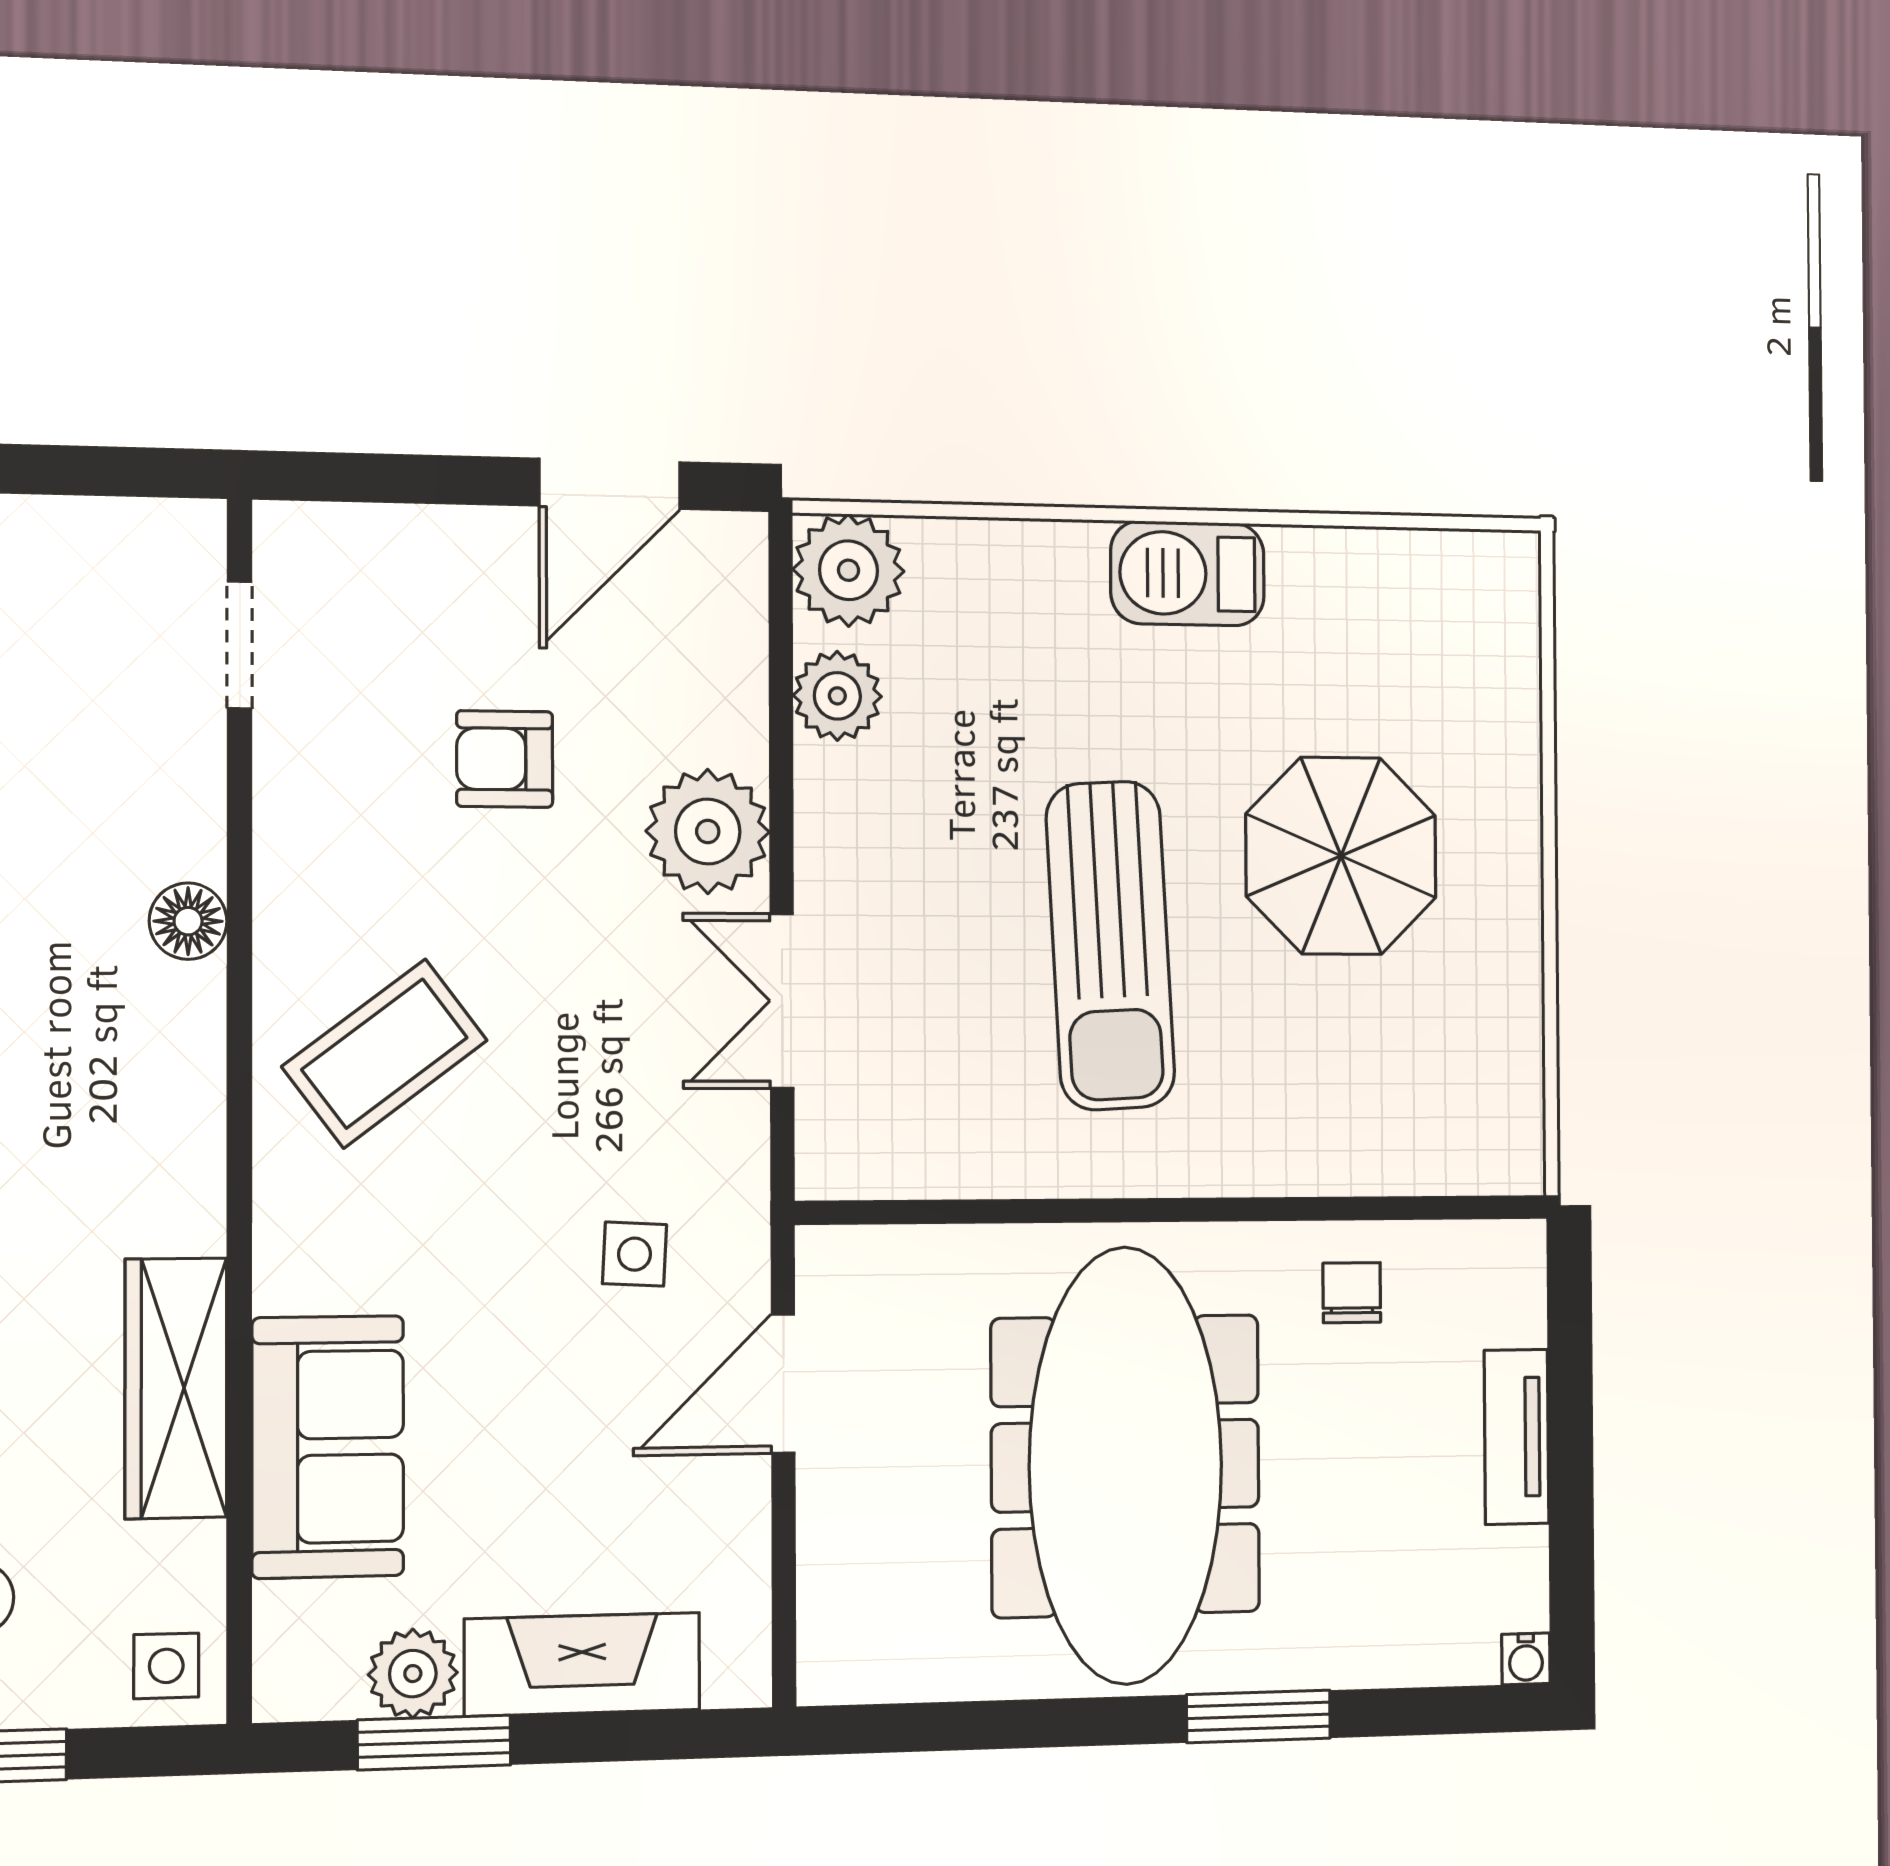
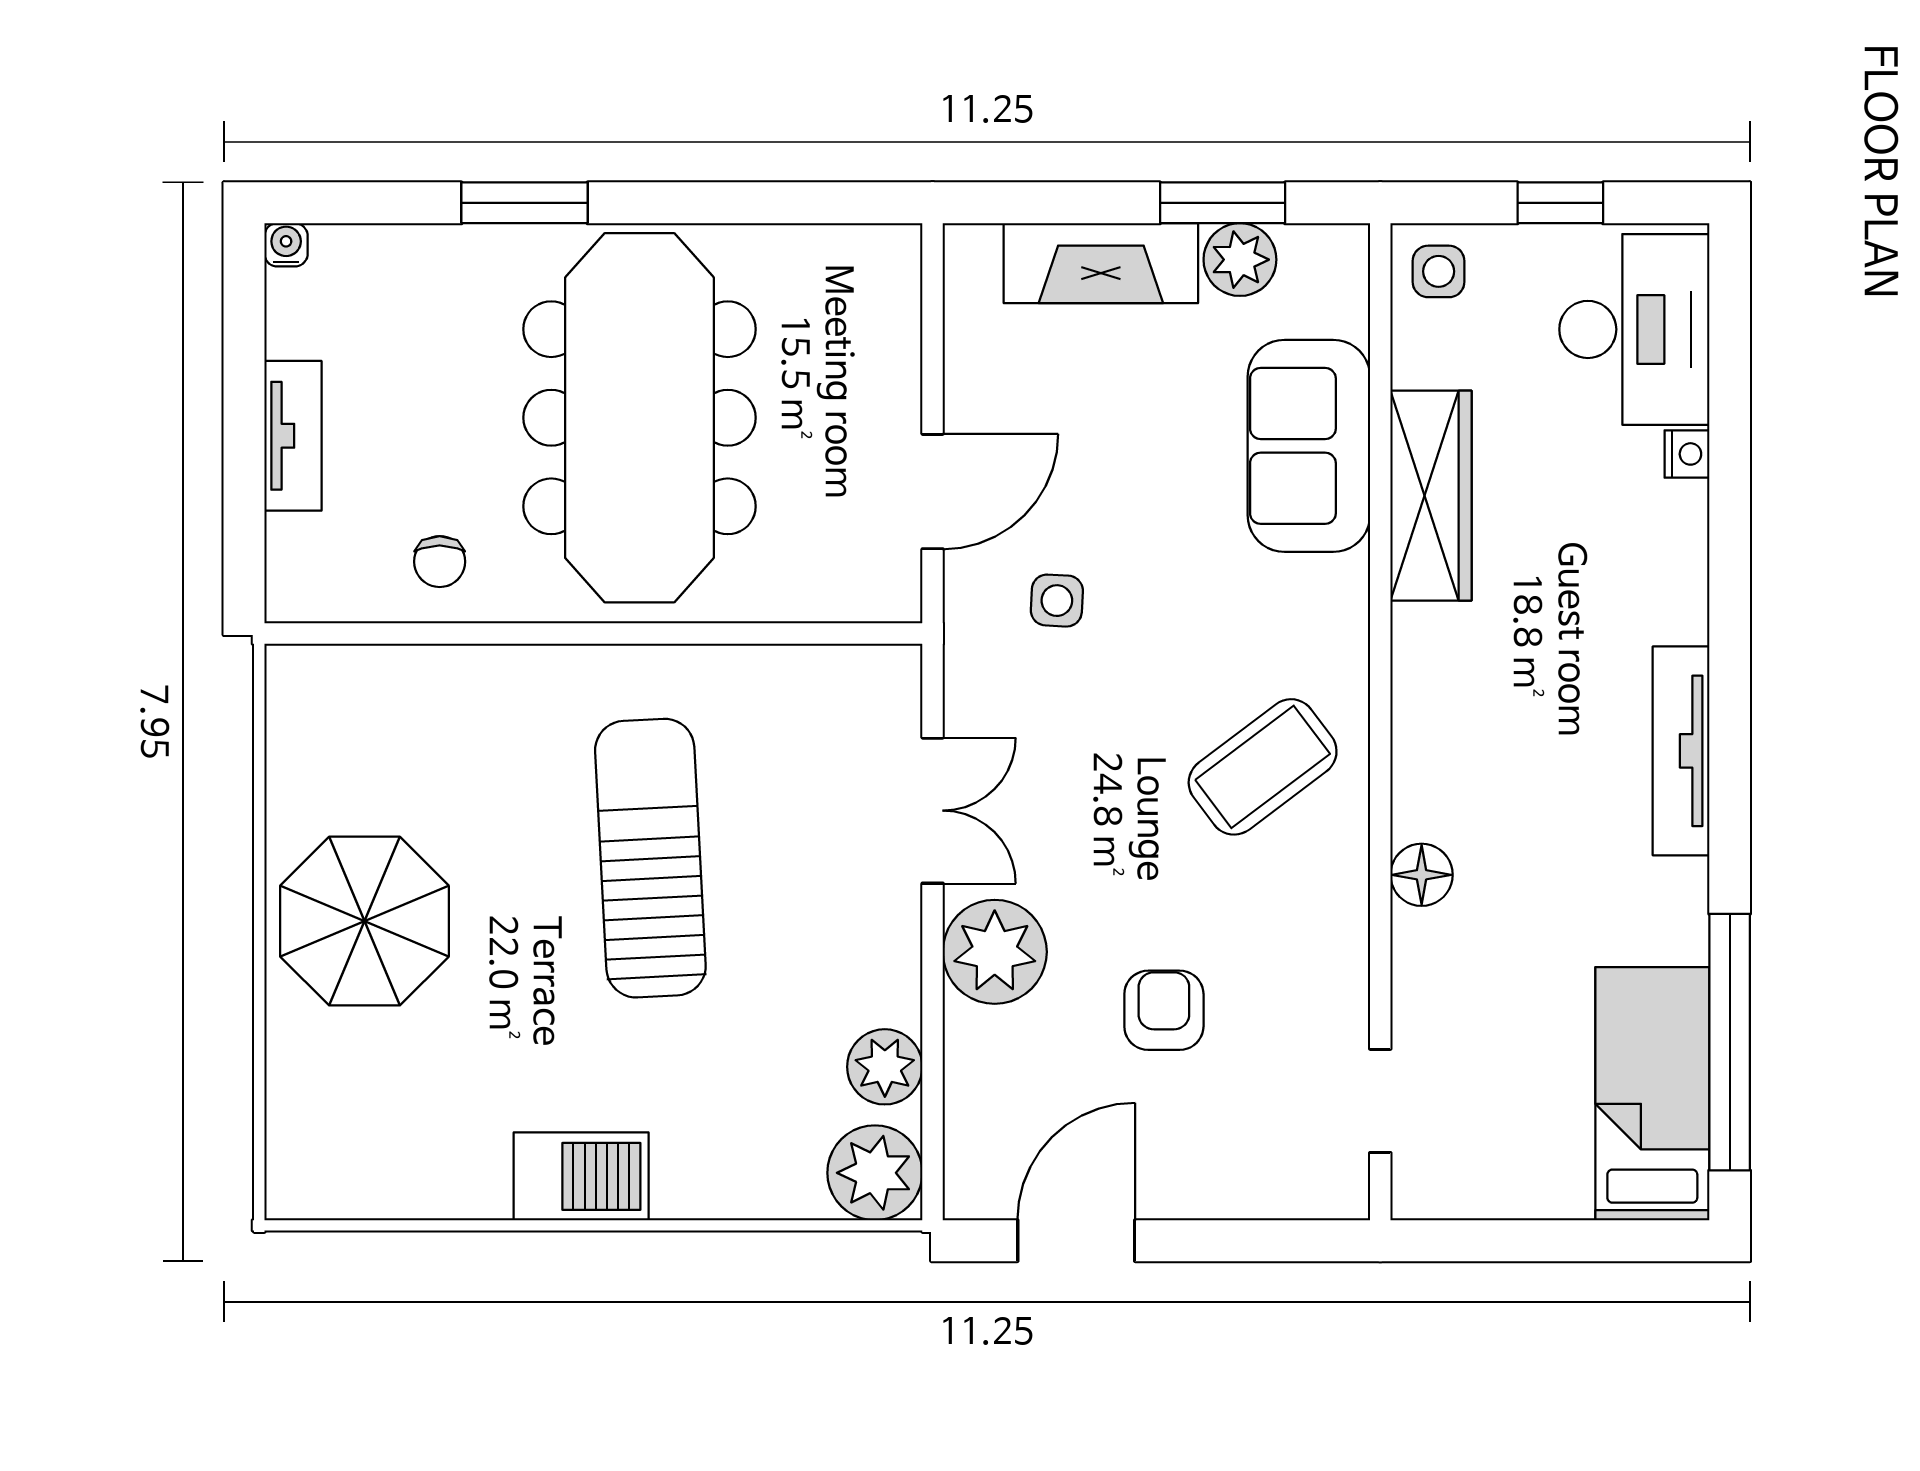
armchair: (505, 759) -> (1164, 1010), turned -90
parasol: (1341, 856) -> (364, 921), moved

